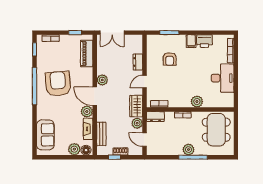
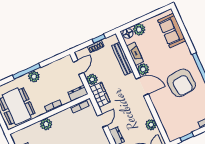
piano: (87, 54) -> (167, 123), removed
plant: (102, 80) -> (151, 125), moved
bench: (101, 134) -> (122, 59), width x1.36
door: (145, 140) -> (78, 67), hinge flipped

